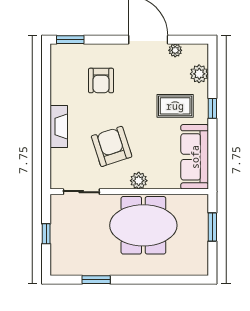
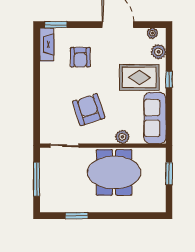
plant: (175, 50) -> (152, 33), moved
rug: (175, 106) -> (139, 77), width x1.36, depth x1.43
fireplace: (59, 127) -> (47, 45), moved
plant: (139, 181) -> (122, 137), moved
window: (46, 234) -> (37, 179), width x2.17

